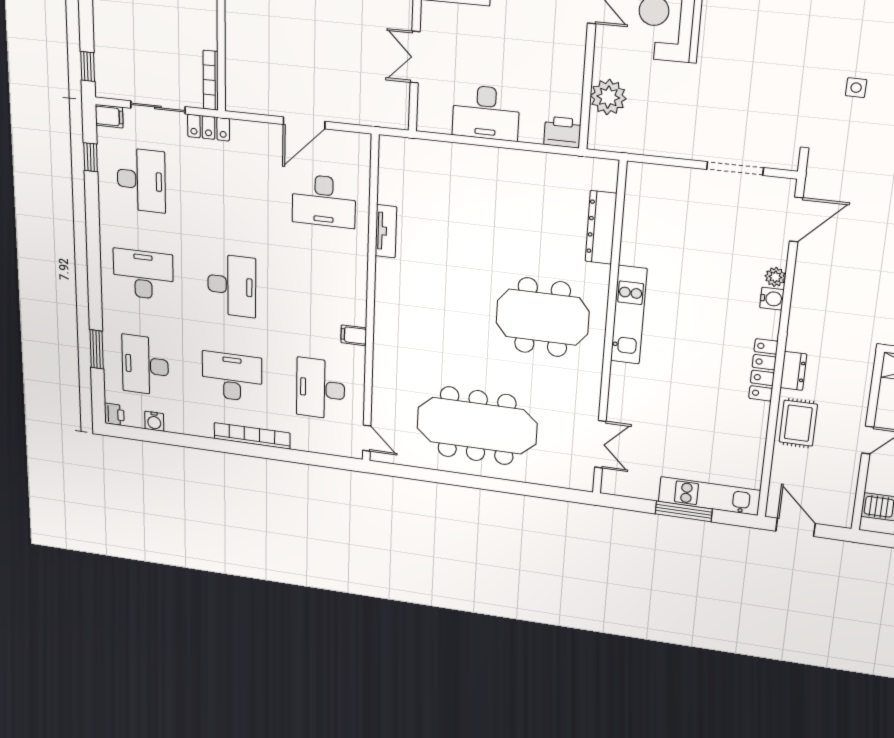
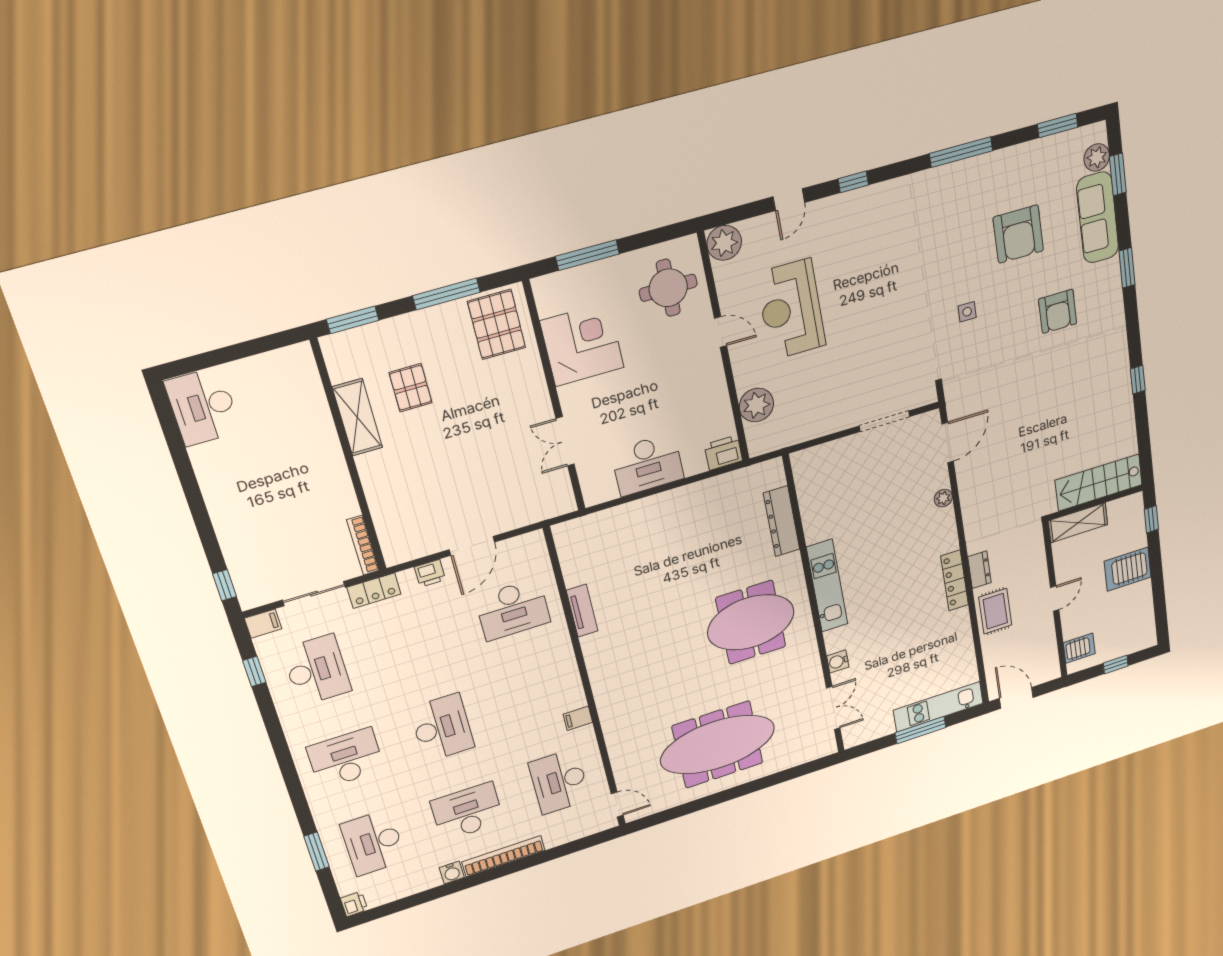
printer: (261, 133) -> (430, 573), added
water cooler: (772, 299) -> (838, 661), moved, turned 180
water cooler: (154, 421) -> (452, 873), moved

